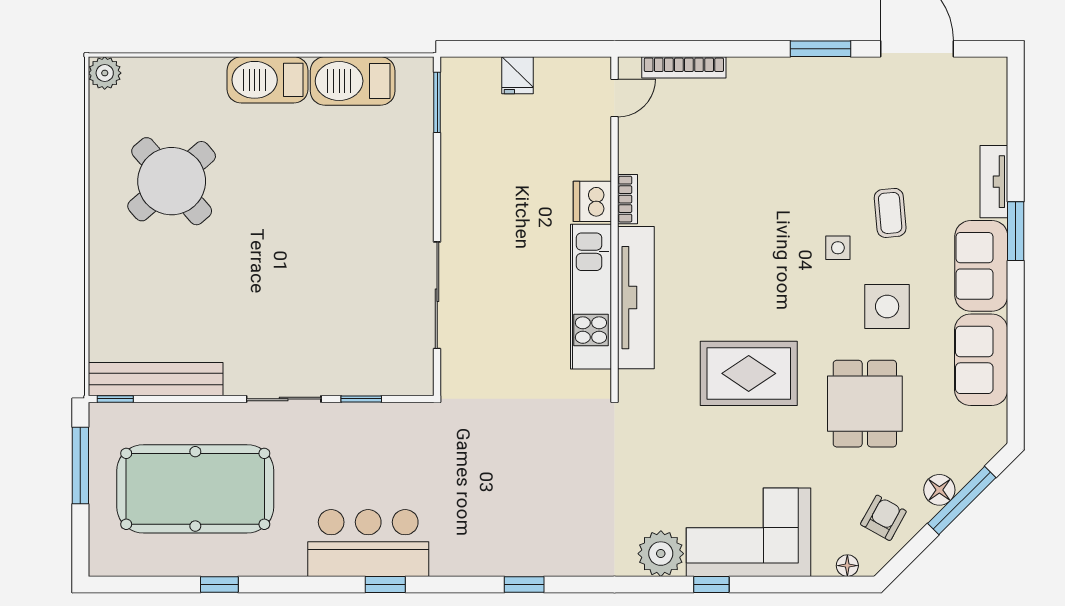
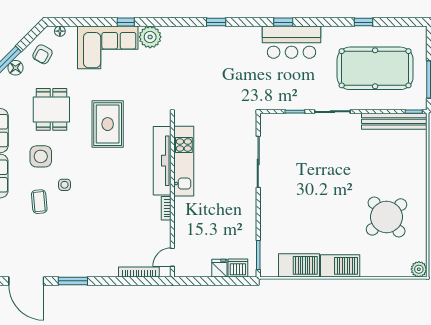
dishwasher: (592, 201) -> (238, 268), moved, turned -90
rug: (749, 373) -> (108, 124), turned 90

